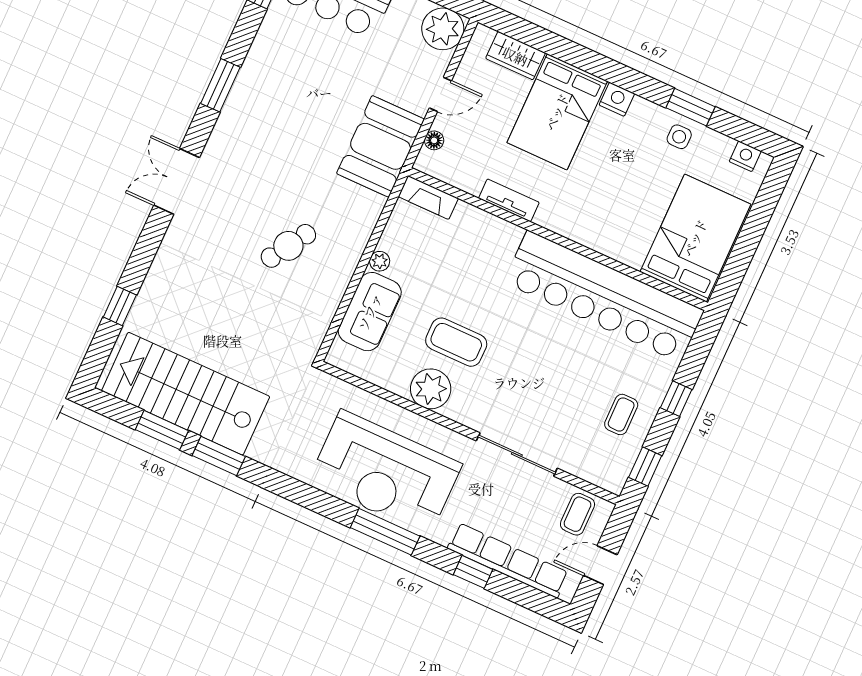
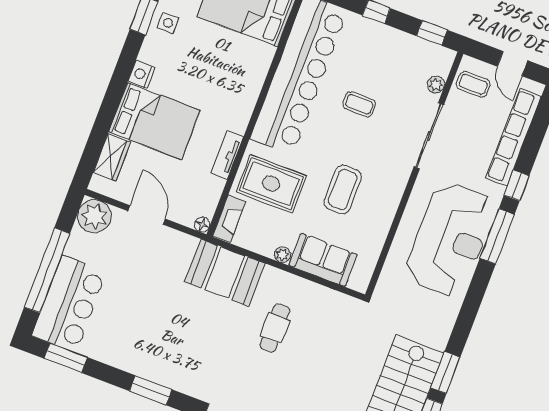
door: (440, 94) -> (147, 215), width x1.38
floor lamp: (434, 140) -> (202, 225), moved
booth: (381, 146) -> (225, 273), moved
cafe table: (288, 246) -> (275, 328), turned 58
rug: (469, 253) -> (271, 184), added
plant: (431, 389) -> (436, 85), moved, width x0.53, depth x0.53
coffee table: (621, 414) -> (359, 104), moved
window: (473, 572) -> (517, 185), moved

